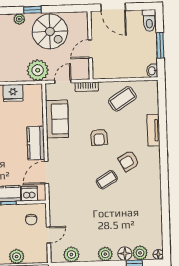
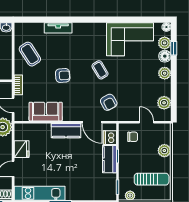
armchair: (129, 161) -> (109, 102), moved
corner sofa: (143, 213) -> (130, 39), added

